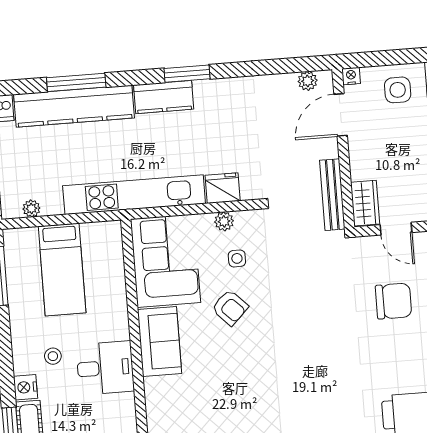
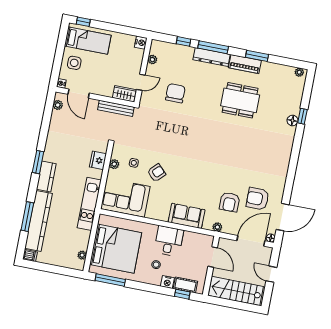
kitchen unit: (134, 195) -> (89, 204), width x0.73
bed: (62, 270) -> (116, 249), width x2.04
sofa: (160, 342) -> (187, 216), moved

